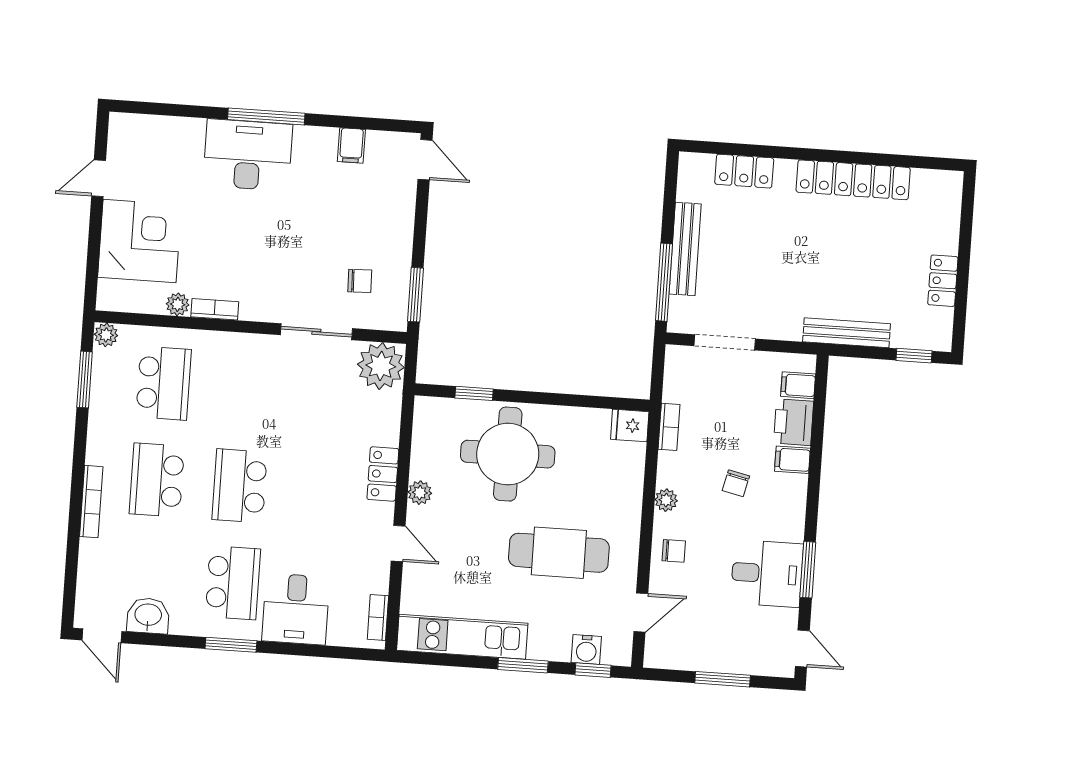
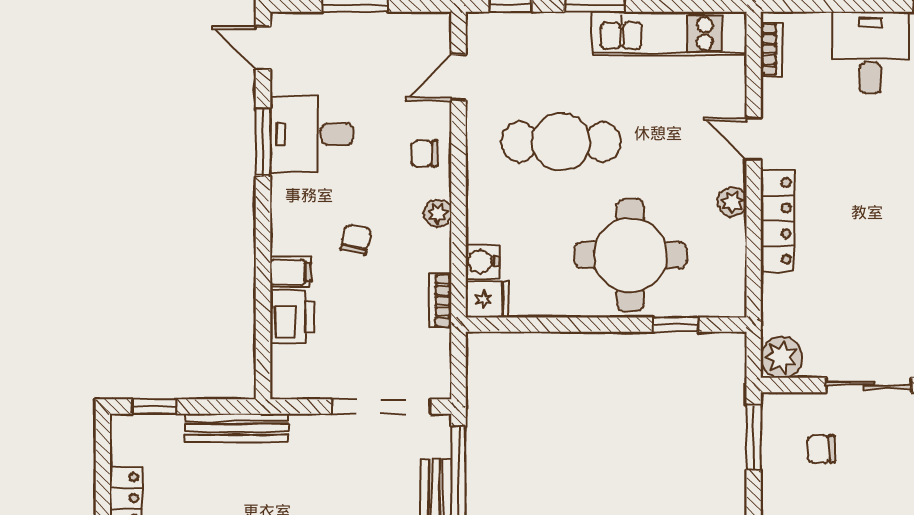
doorway: (725, 342) -> (381, 406), width x1.36
plant: (381, 366) -> (781, 357), width x0.73, depth x0.73
filing cabinet: (798, 385) -> (290, 361), removed
locker: (383, 474) -> (778, 221), width x1.53
water cooler: (586, 649) -> (483, 261), moved, turned -90

